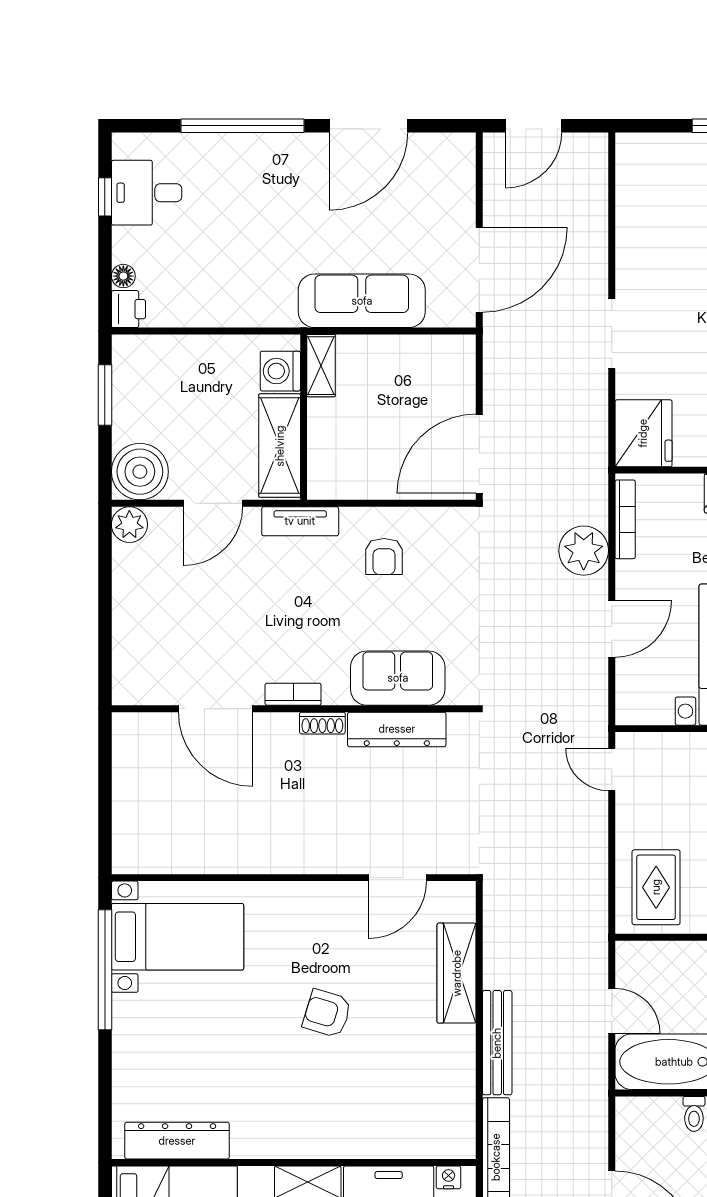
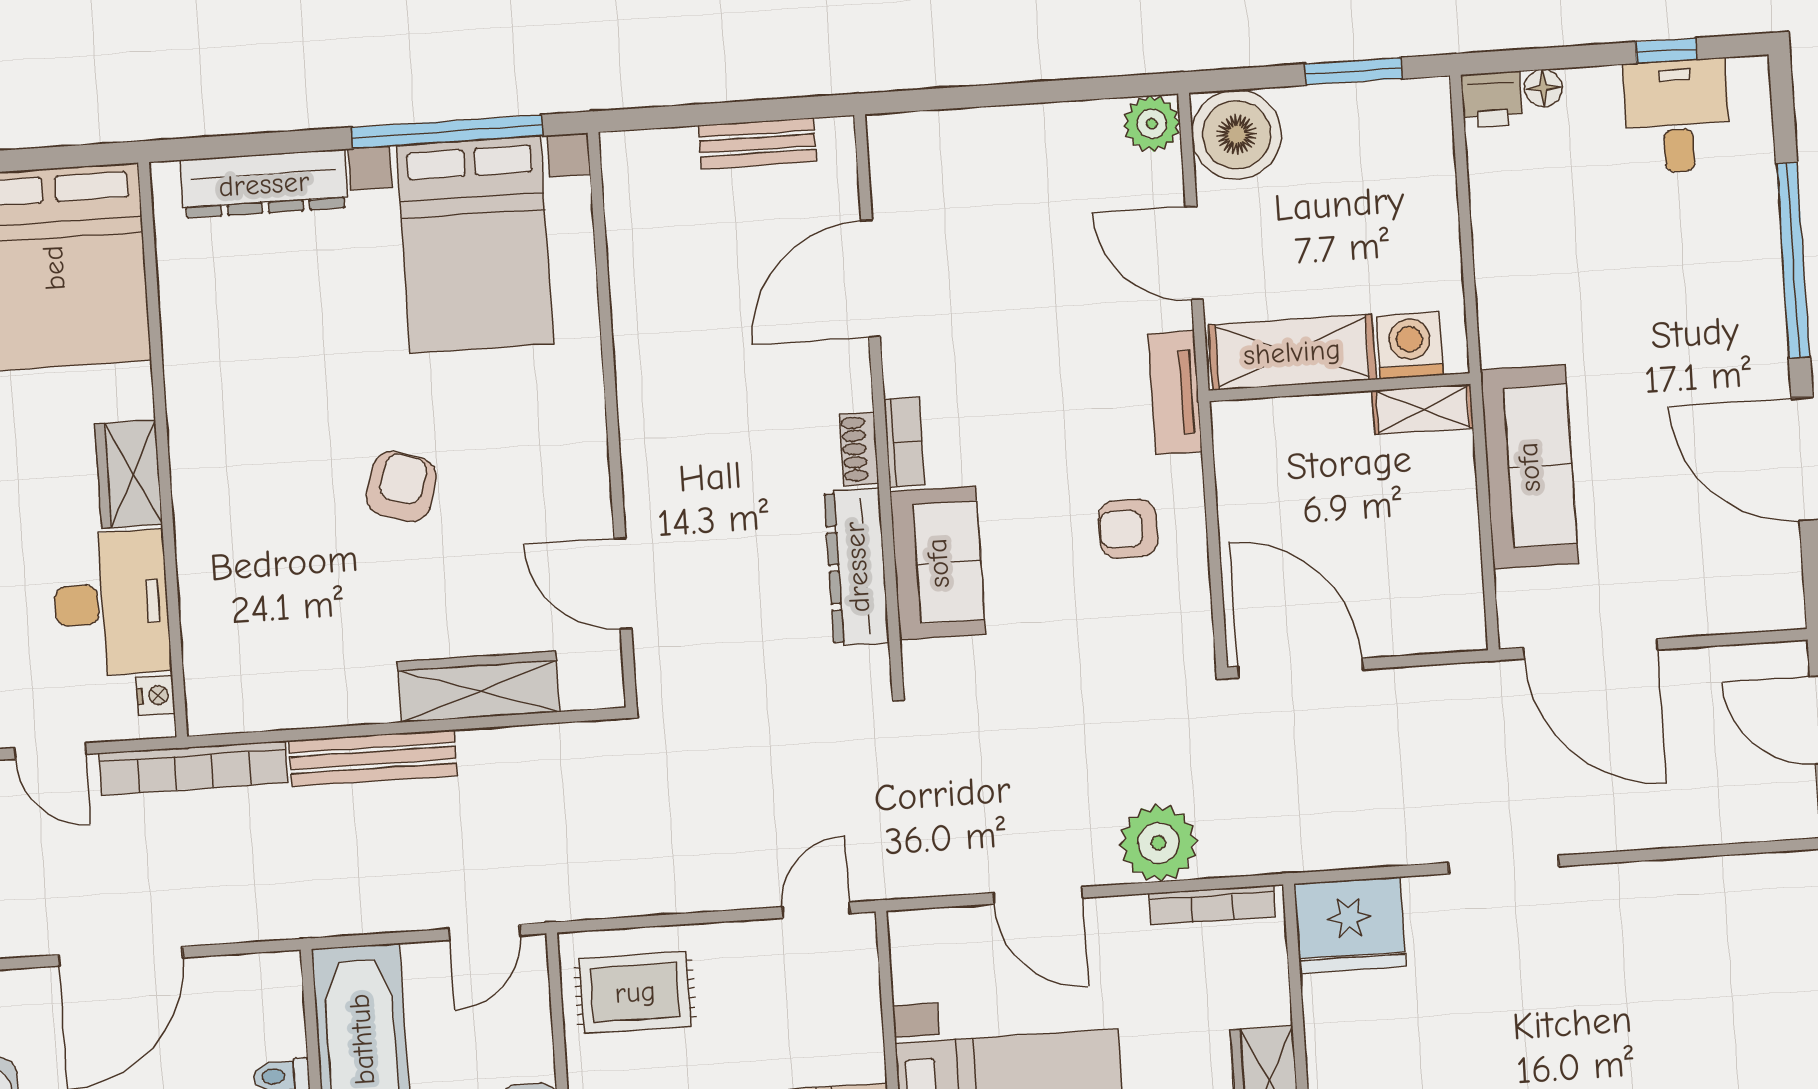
bookcase: (293, 694) -> (904, 442), moved
bench: (125, 774) -> (757, 144), added
bed with nightstands: (178, 937) -> (475, 245), width x1.36
door: (612, 1011) -> (485, 932), moved
dresser: (177, 1141) -> (264, 184), moved, turned 90

